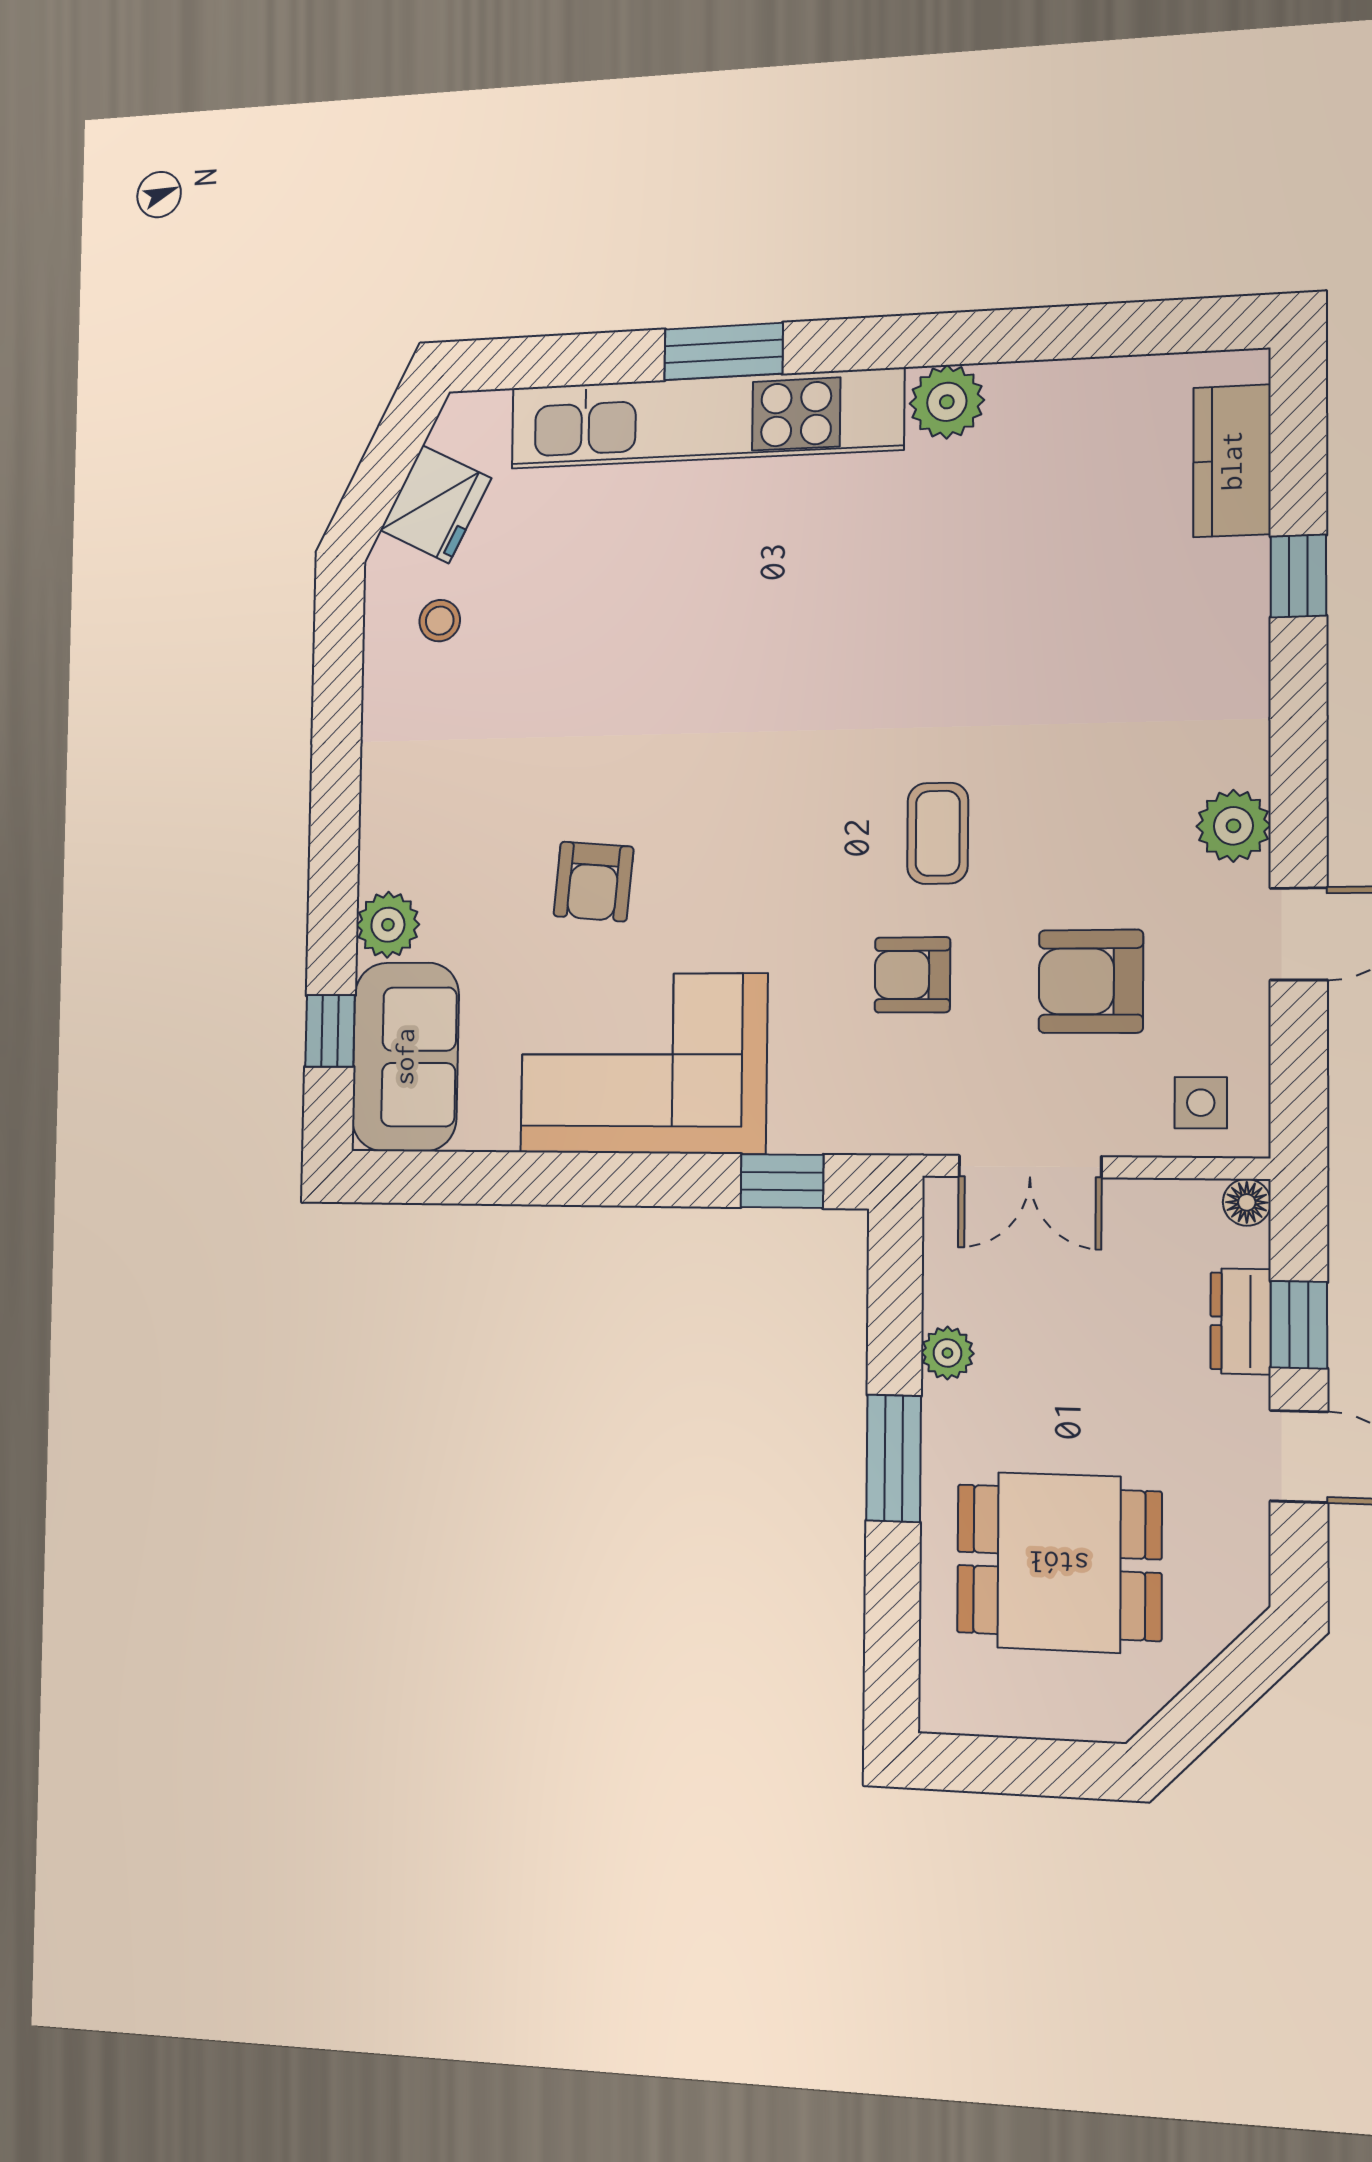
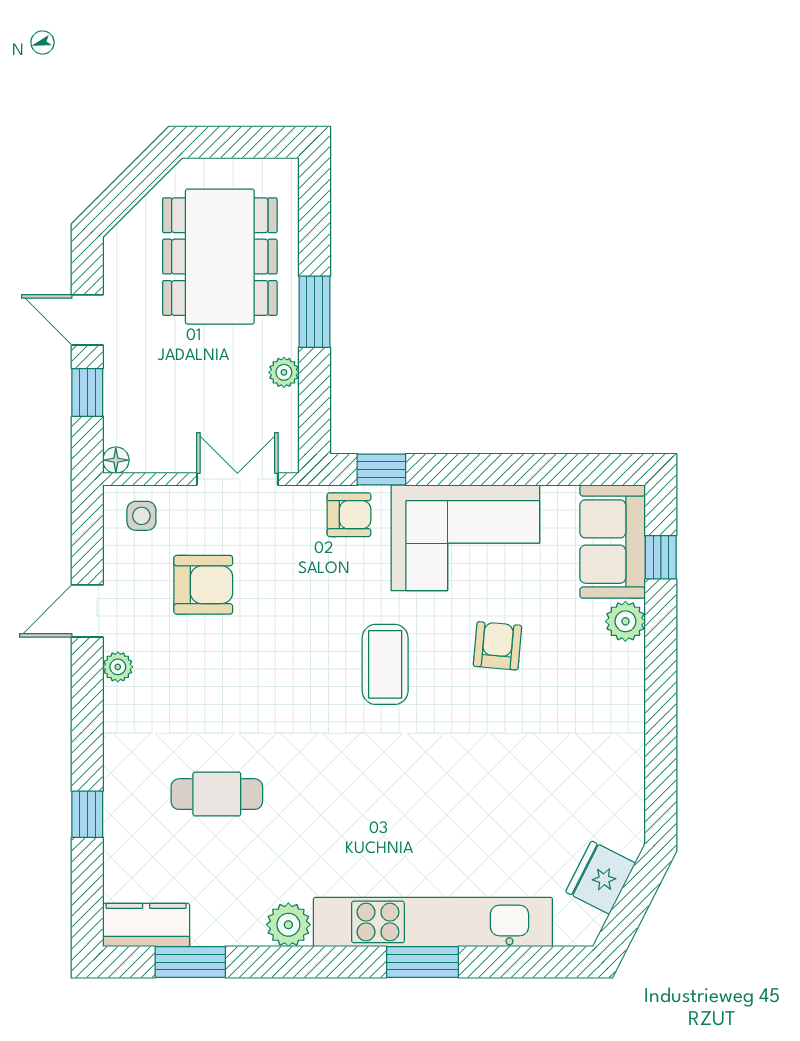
window: (1116, 330) -> (190, 962), added
kitchen counter: (1232, 461) -> (146, 925), moved, turned -90
cafe table: (1069, 619) -> (217, 794), added
stool: (440, 621) -> (596, 806), removed
plant: (1233, 826) -> (118, 667), width x0.73, depth x0.73
coffee table: (938, 833) -> (385, 664), moved, width x1.36, depth x1.30
armchair: (912, 975) -> (349, 515), moved
dresser: (1241, 1321) -> (119, 394), removed
dining table: (1059, 1562) -> (220, 257), width x1.38

